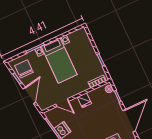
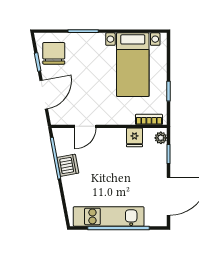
bed with nightstands: (59, 61) -> (133, 65), moved
fridge: (84, 100) -> (134, 137), moved
door: (62, 103) -> (85, 126), hinge flipped

